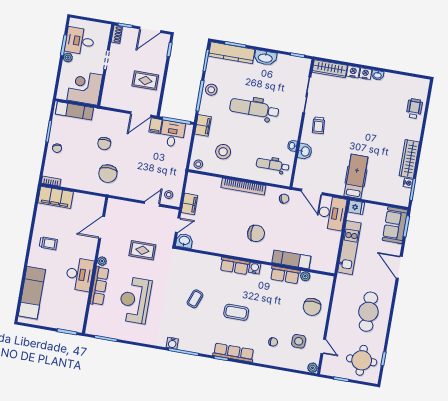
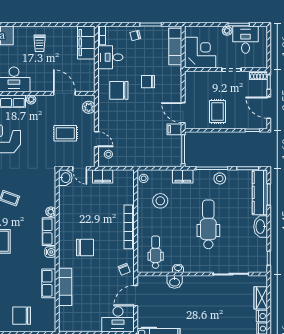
wardrobe: (330, 69) -> (261, 298), width x0.67
trolley: (319, 125) -> (203, 291), removed
desk: (172, 134) -> (110, 57), moved, turned 180
plant: (119, 206) -> (89, 107), added
chair: (256, 233) -> (85, 247), turned -90
rug: (142, 250) -> (65, 133), moved, turned 90
plant: (305, 276) -> (51, 212), moved

